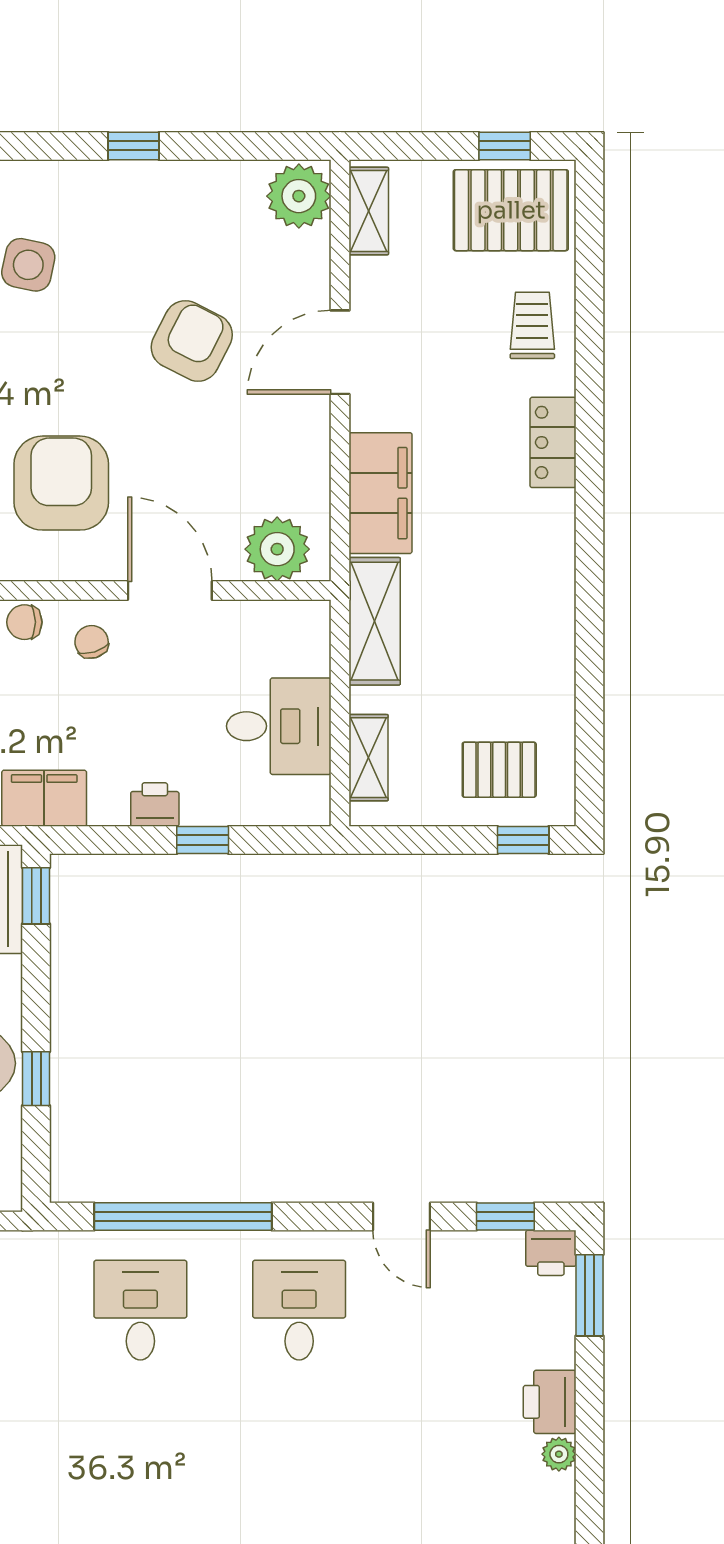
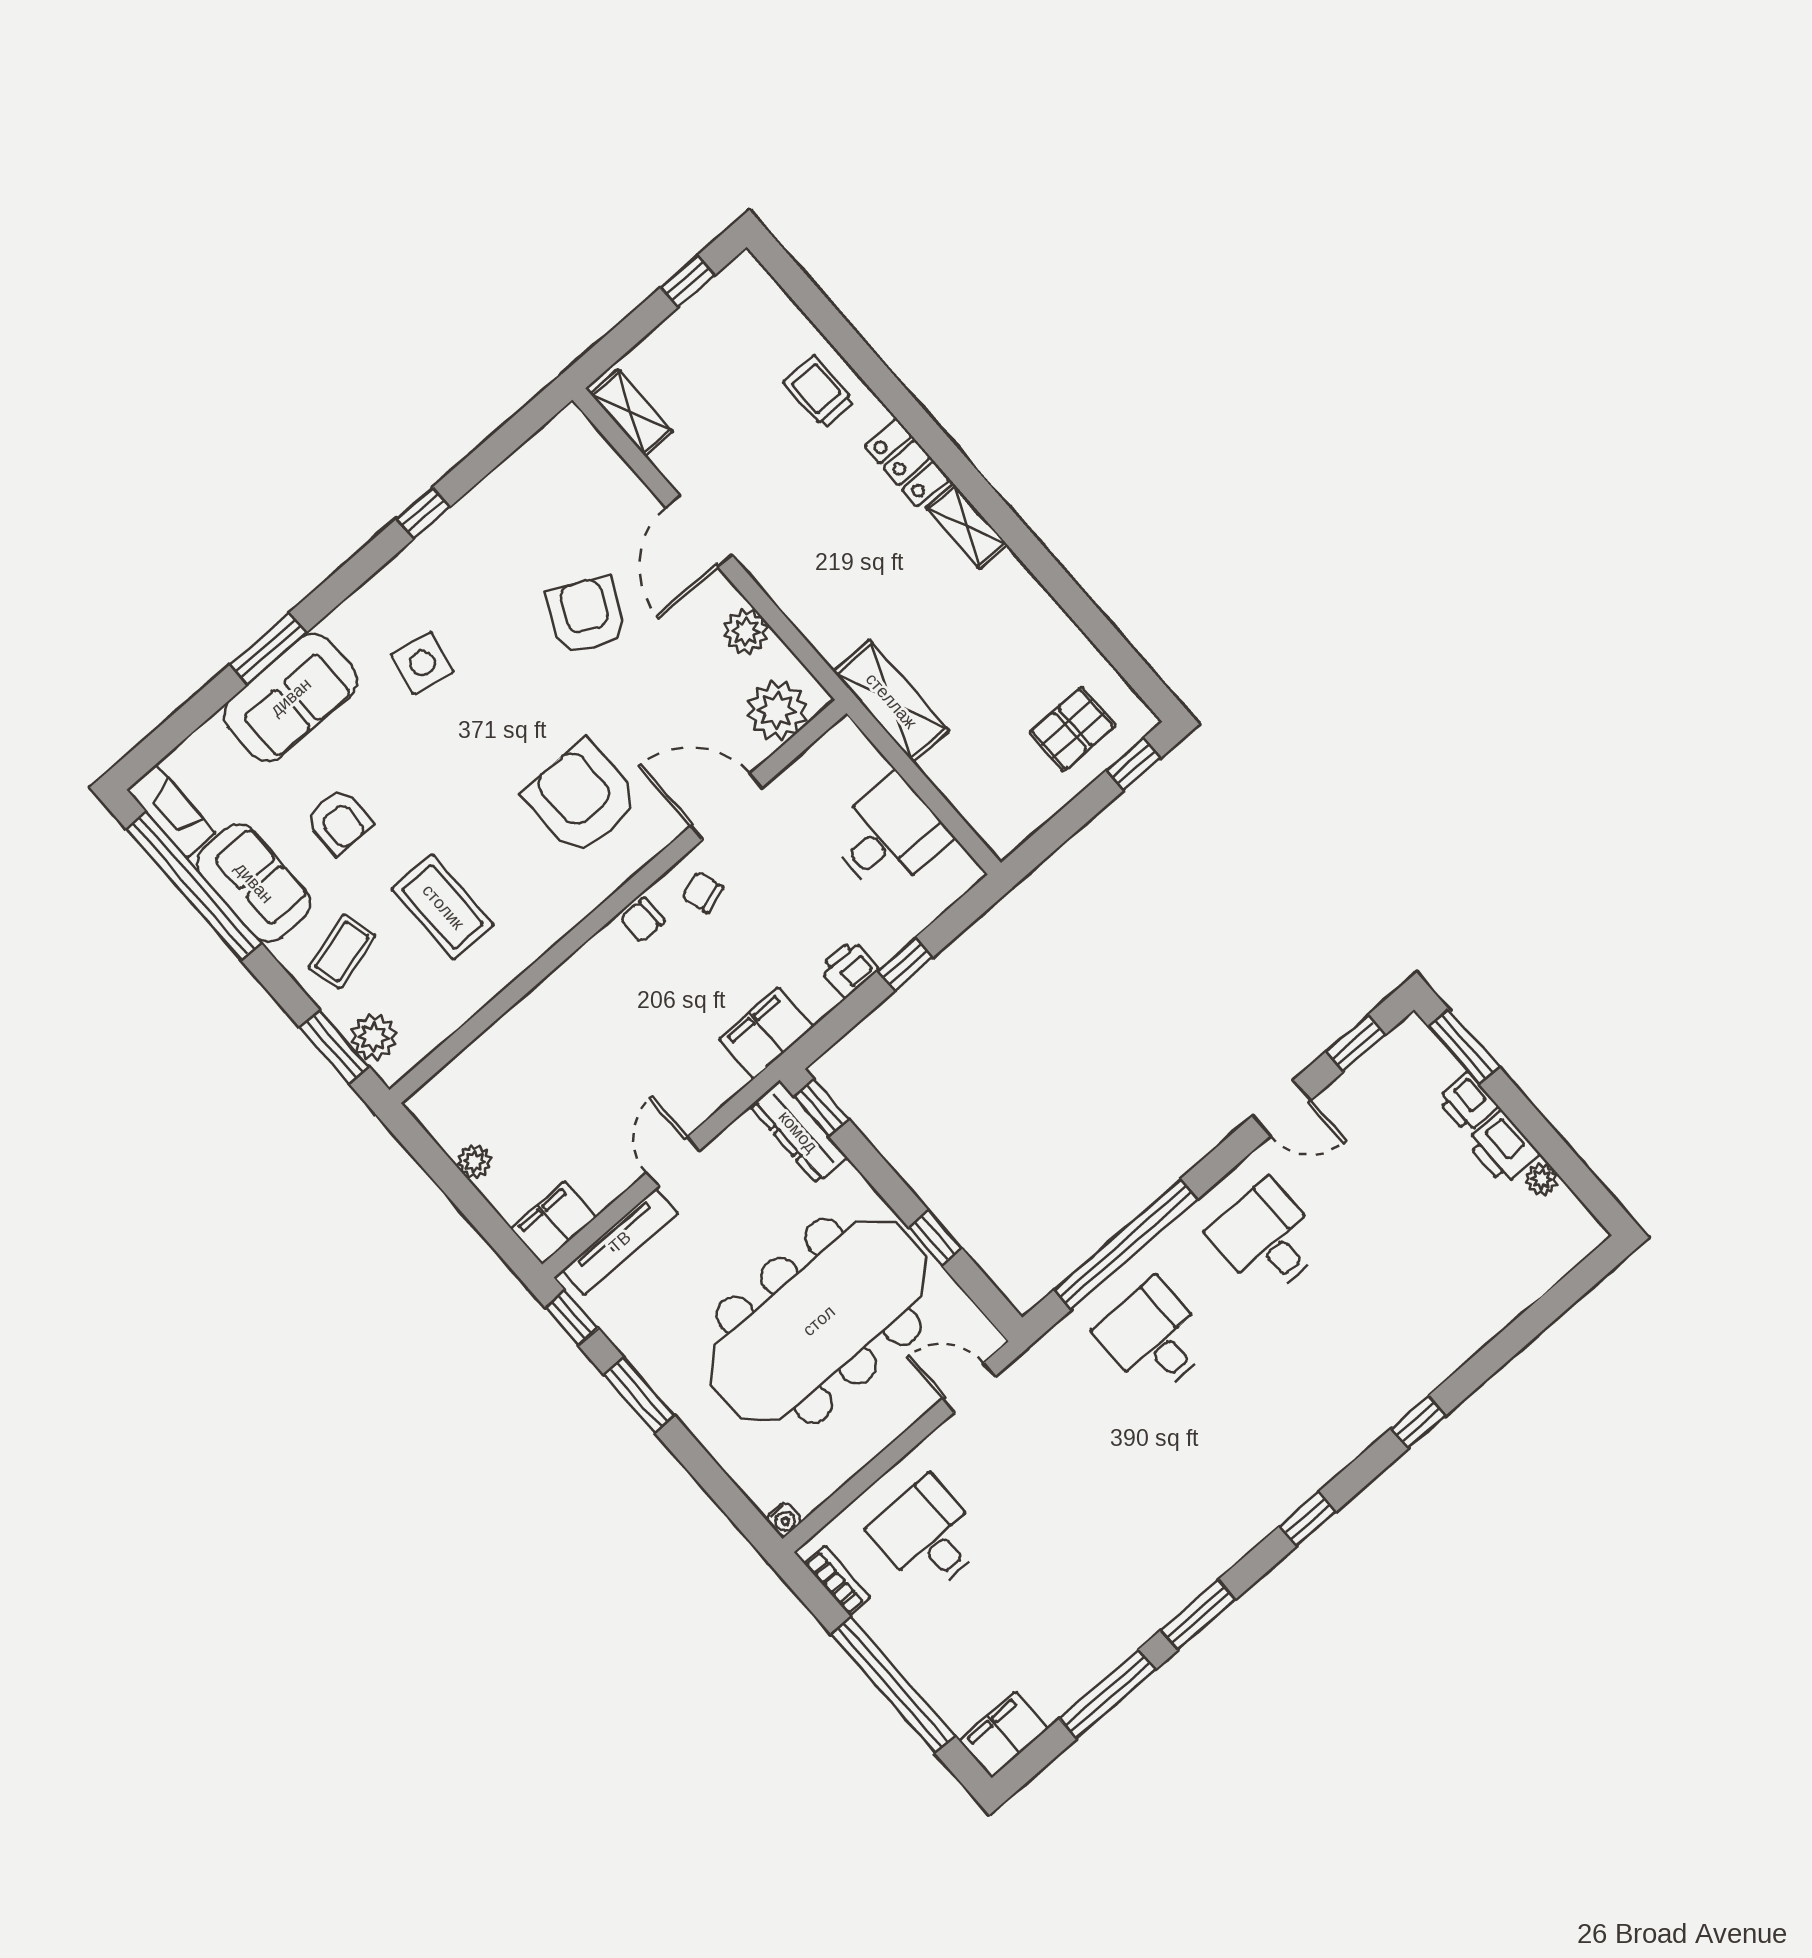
plant: (299, 196) -> (746, 632), moved, width x0.73, depth x0.73
pallet: (511, 210) -> (732, 323), removed
filing cabinet: (380, 493) -> (815, 606), removed
shelving: (369, 758) -> (967, 526), moved
printer: (551, 1253) -> (1467, 1103), moved, turned 90

